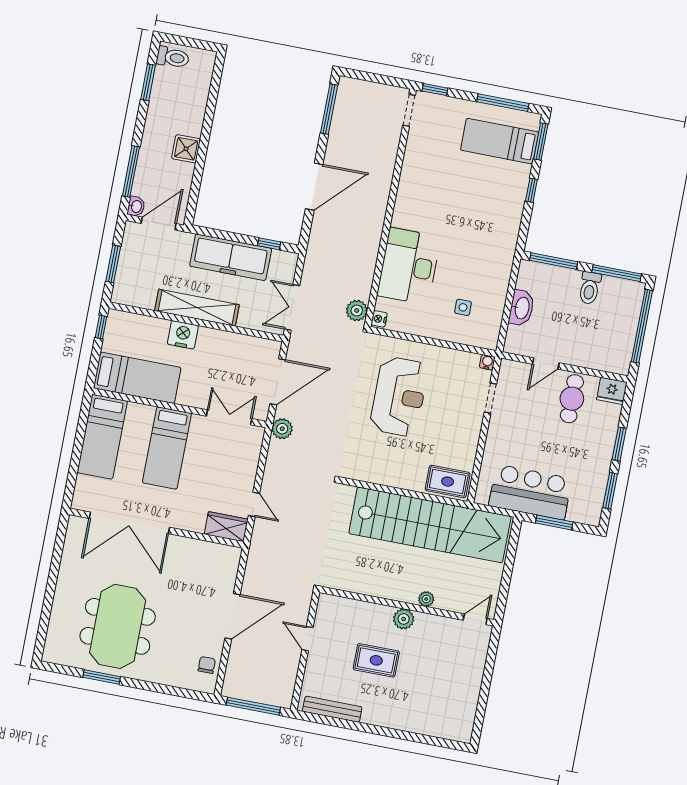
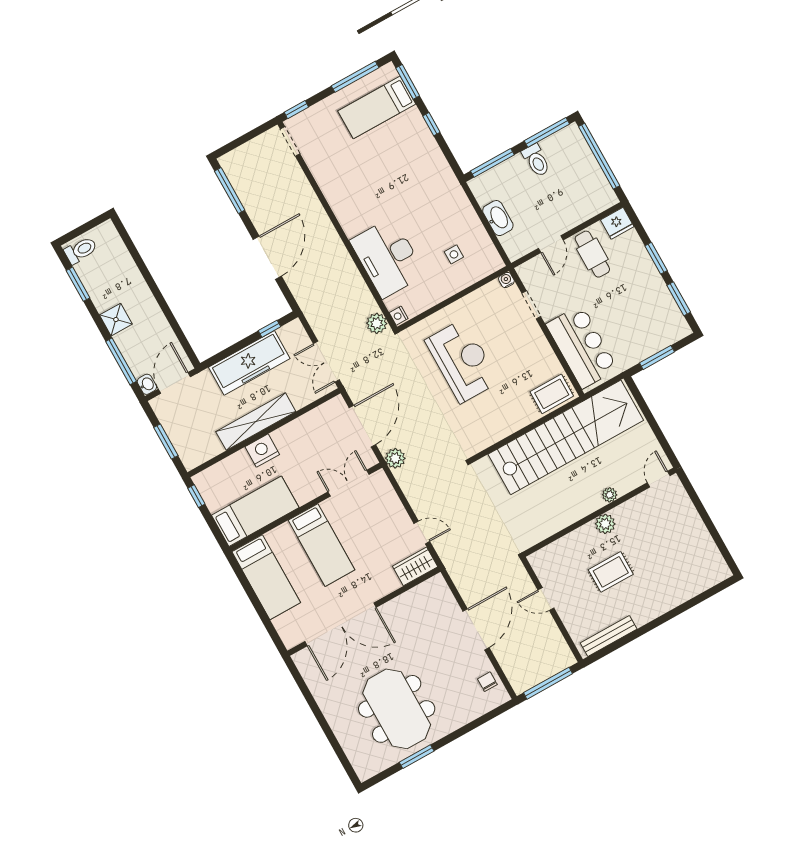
shower: (186, 149) -> (116, 320), moved
bar counter: (530, 492) -> (582, 347), moved, turned 90

